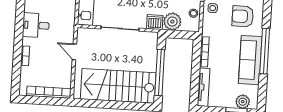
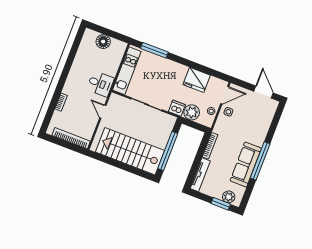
armchair: (243, 16) -> (251, 126), removed
desk: (36, 25) -> (100, 84), moved, turned 180

